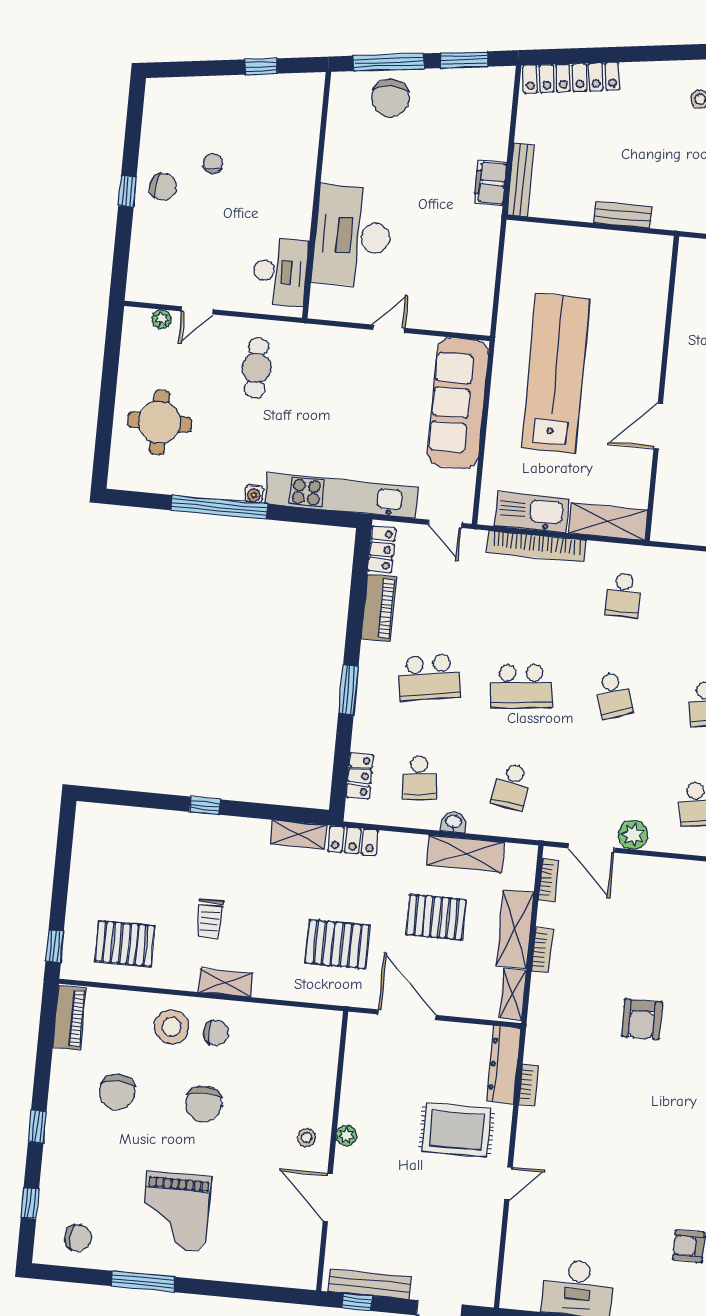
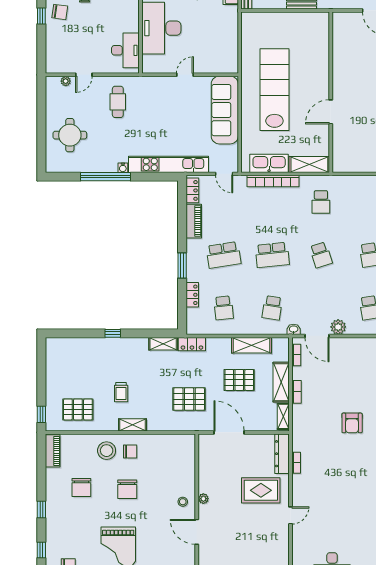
locker: (360, 776) -> (192, 295), moved
washbasin: (454, 822) -> (294, 329), moved

